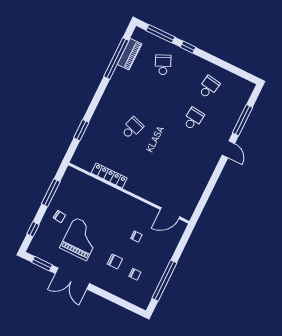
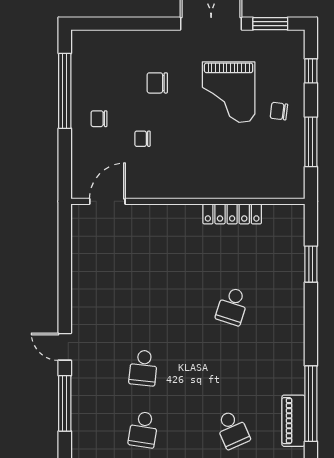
chair: (135, 274) -> (99, 119), moved

